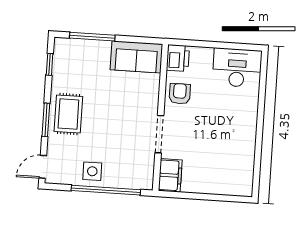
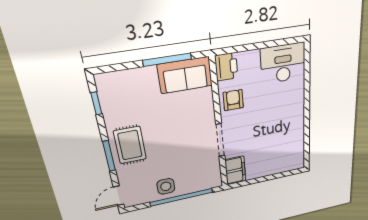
window: (92, 37) -> (167, 60), moved

